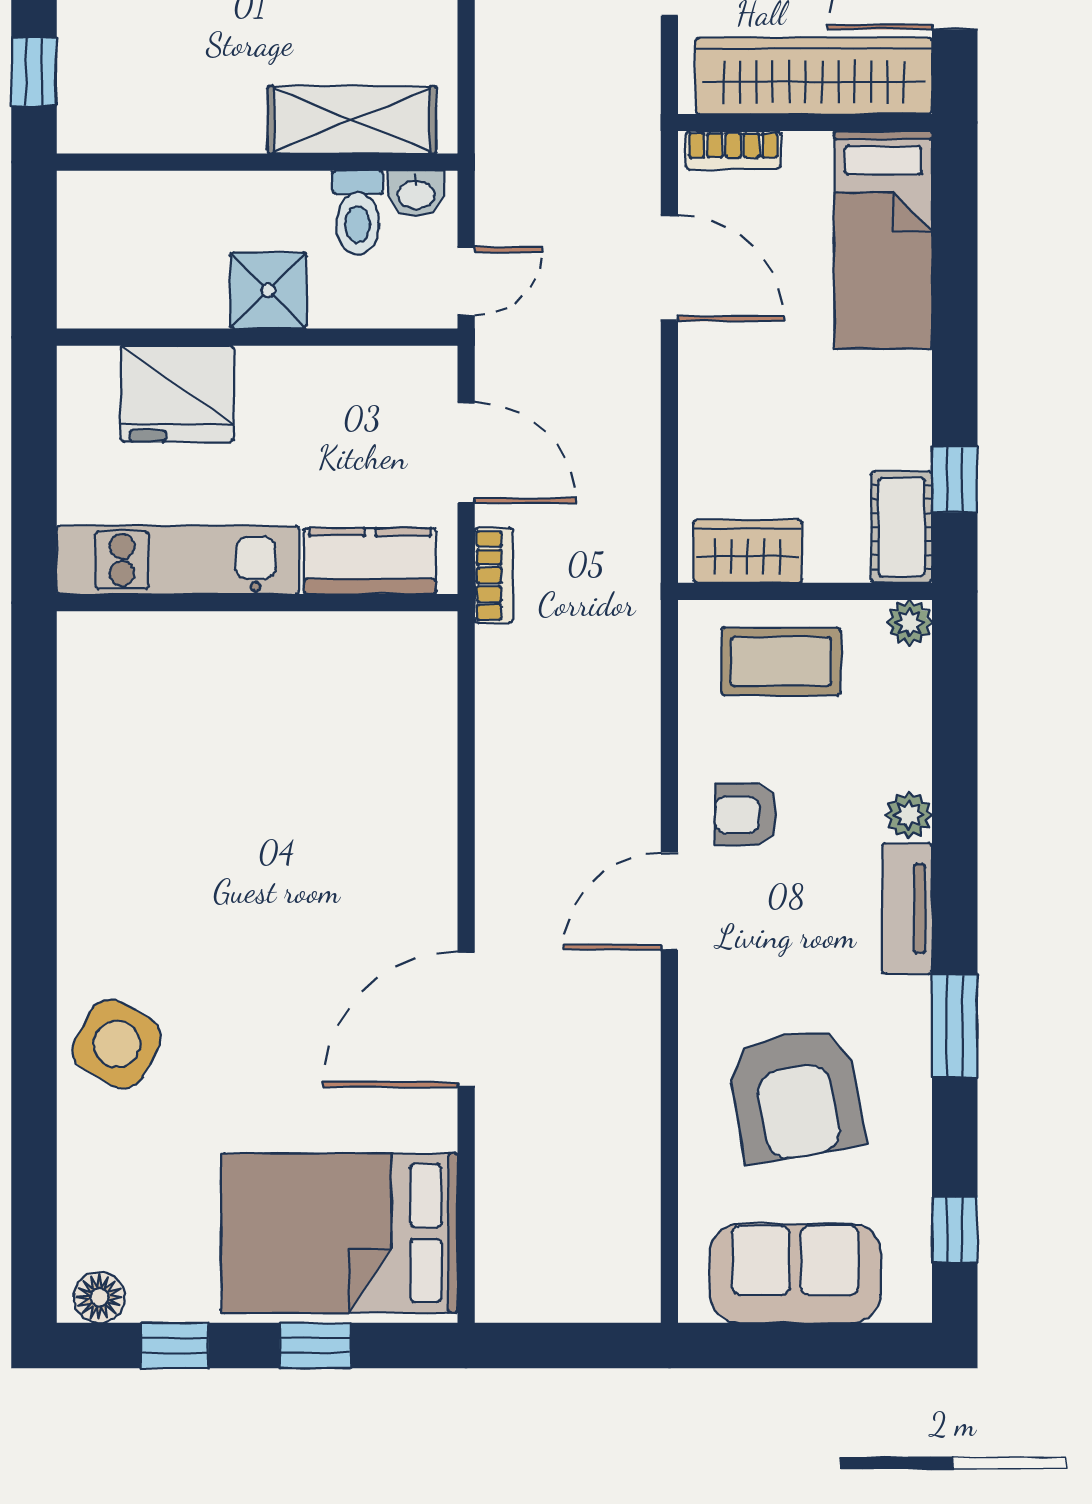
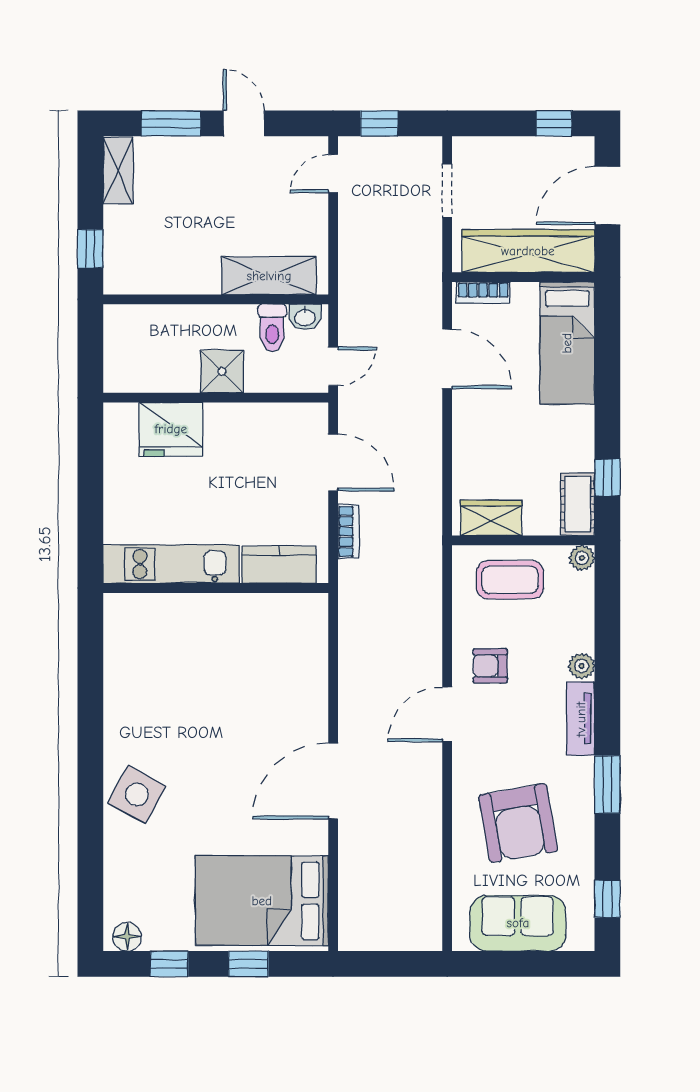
kitchen unit: (178, 560) -> (171, 564), moved
kitchen counter: (370, 561) -> (279, 565), moved
wall: (257, 603) -> (216, 588), moved

